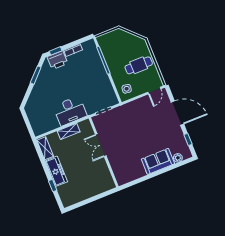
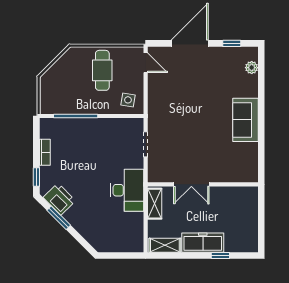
printer: (57, 60) -> (59, 199), moved, turned -45
double door: (101, 145) -> (191, 184), moved
wall: (104, 152) -> (203, 184), moved
sofa: (158, 161) -> (245, 120), moved

